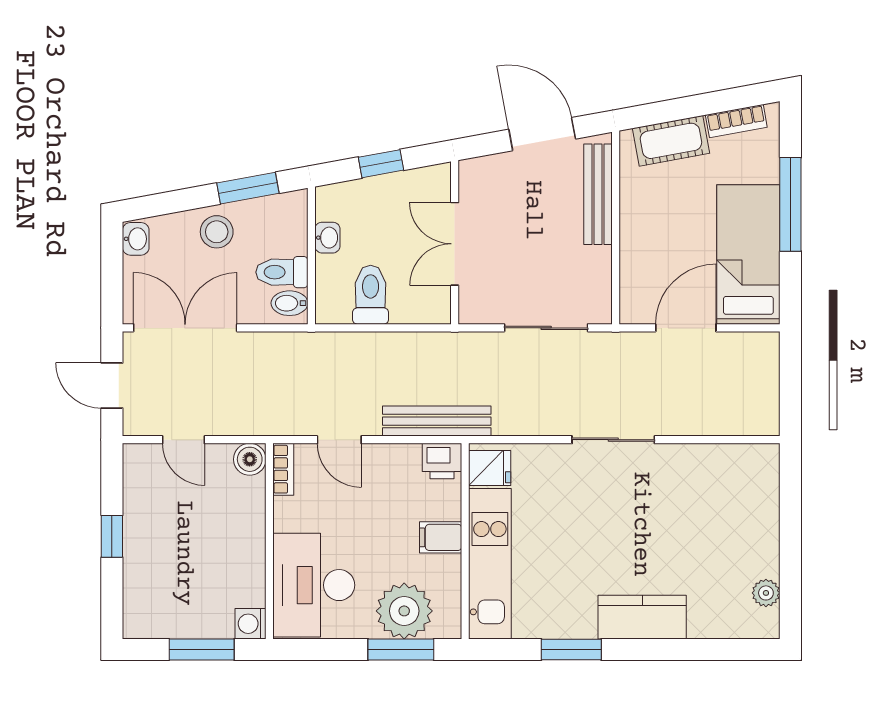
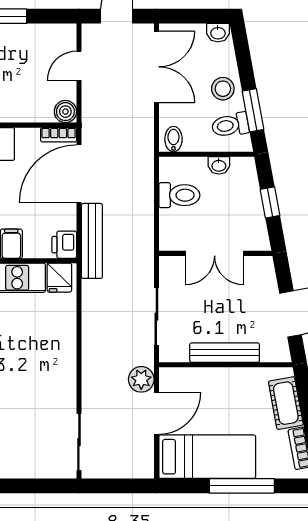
bench: (598, 194) -> (225, 353), moved
double door: (455, 244) -> (215, 253), swing flipped
toilet: (282, 272) -> (230, 125), moved, turned -100
door: (686, 328) -> (156, 413), hinge flipped
plant: (637, 350) -> (141, 379), added
door: (339, 440) -> (79, 174), width x1.87
sliding door: (613, 440) -> (79, 442), moved

